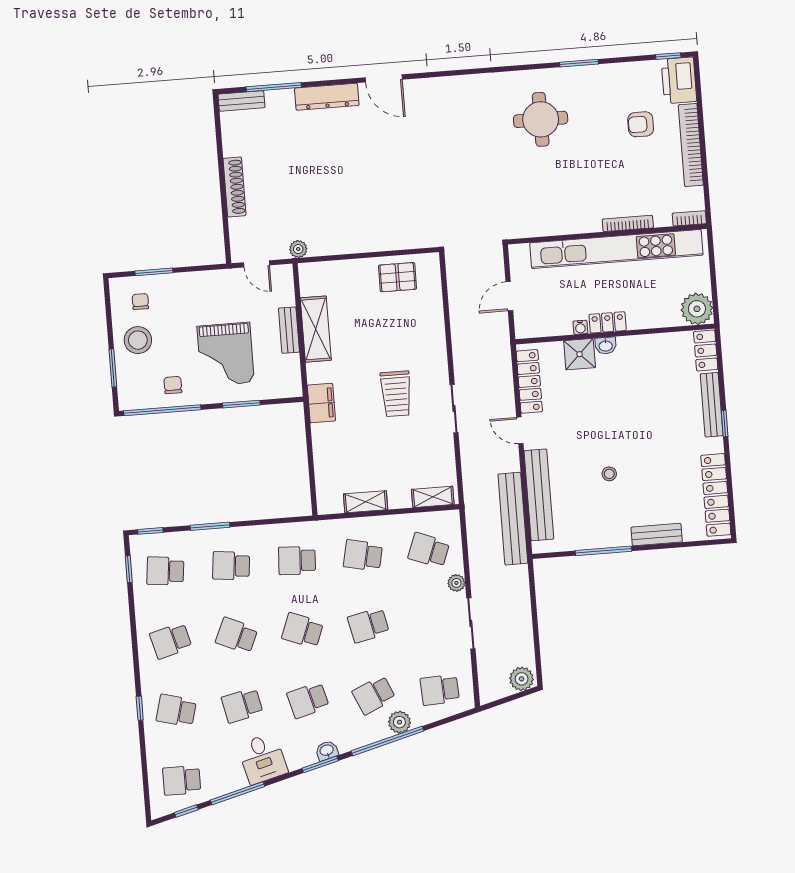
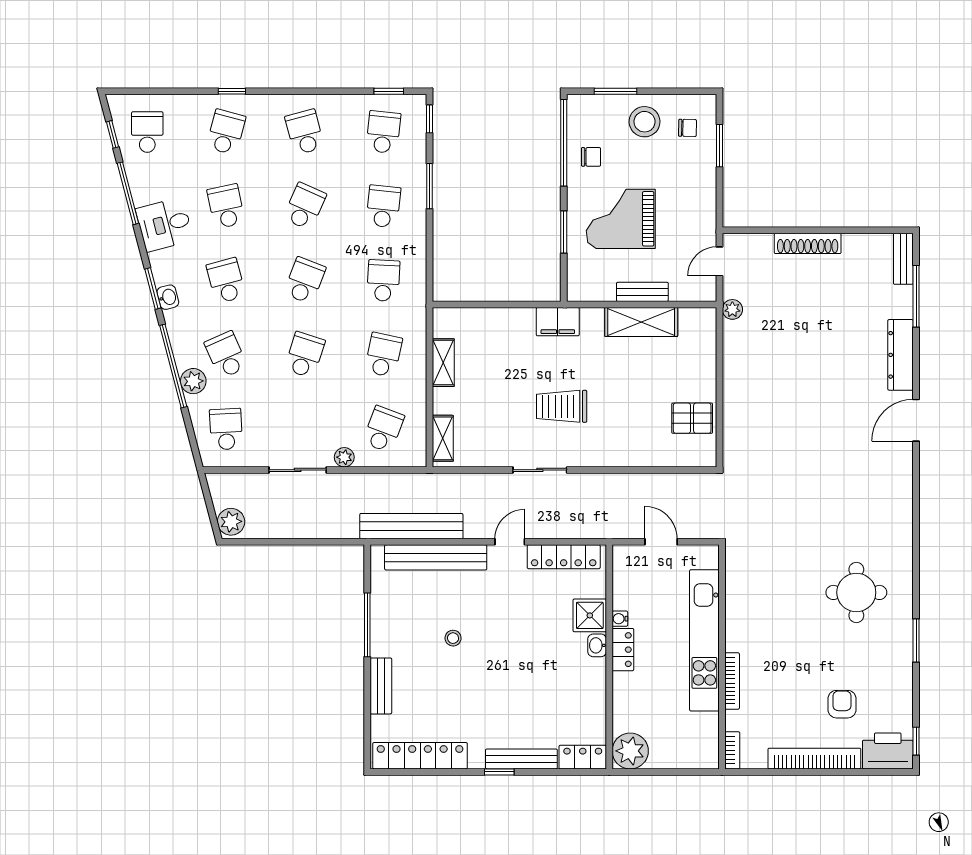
kitchen unit: (616, 249) -> (704, 640), width x0.73
pallet: (398, 277) -> (692, 418), turned 90
school desk: (368, 625) -> (305, 355), turned 30

